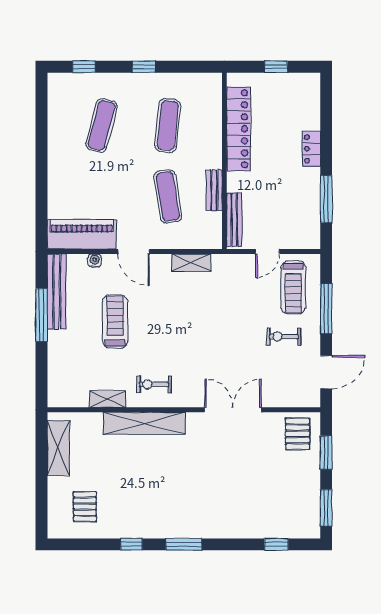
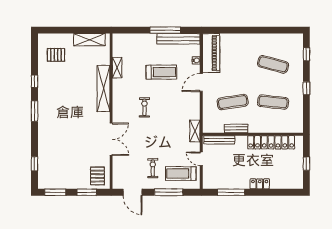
shelving: (191, 263) -> (195, 131), moved
exercise bike: (154, 384) -> (144, 107), moved
pallet: (298, 434) -> (97, 176), turned 90

